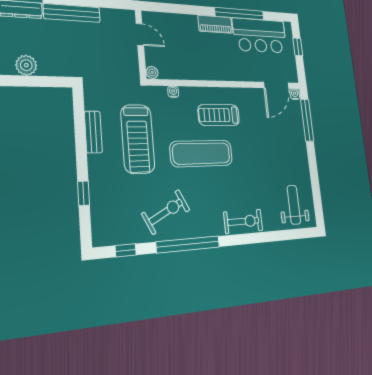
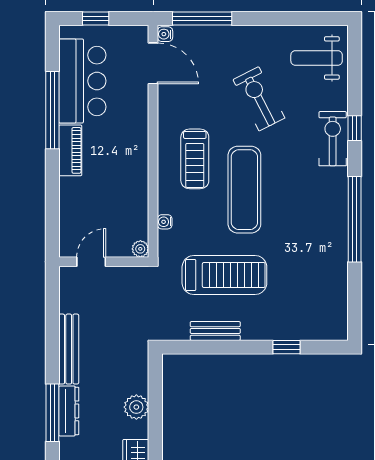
exercise bike: (166, 212) -> (259, 99), moved
window: (126, 250) -> (355, 128), moved

